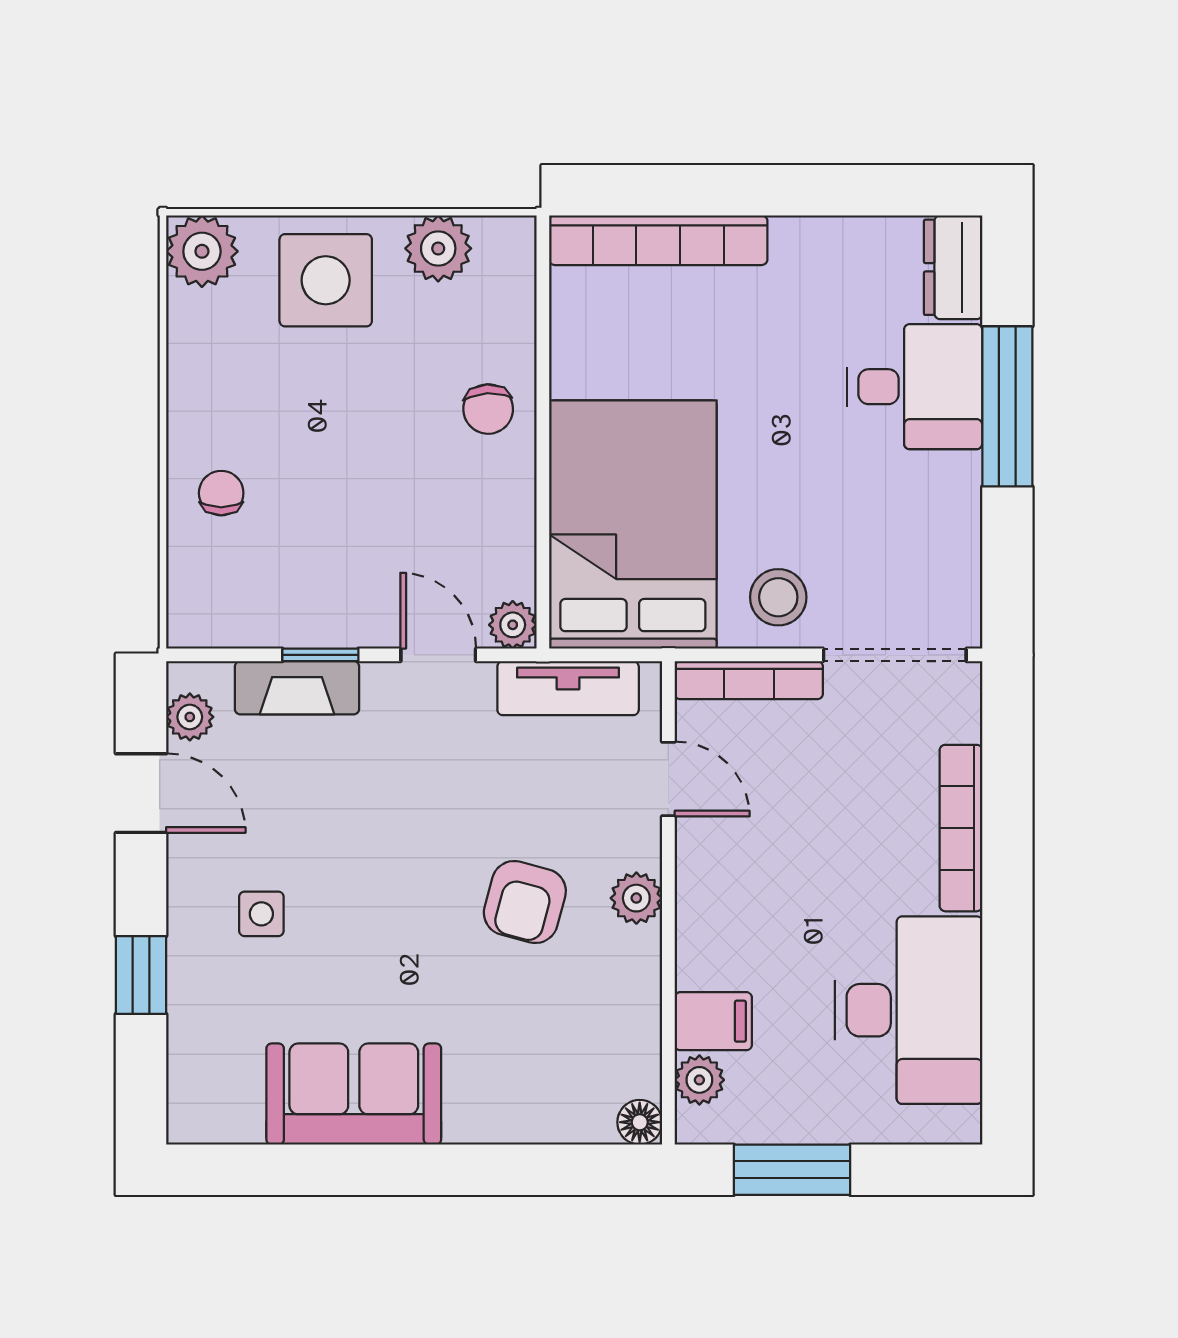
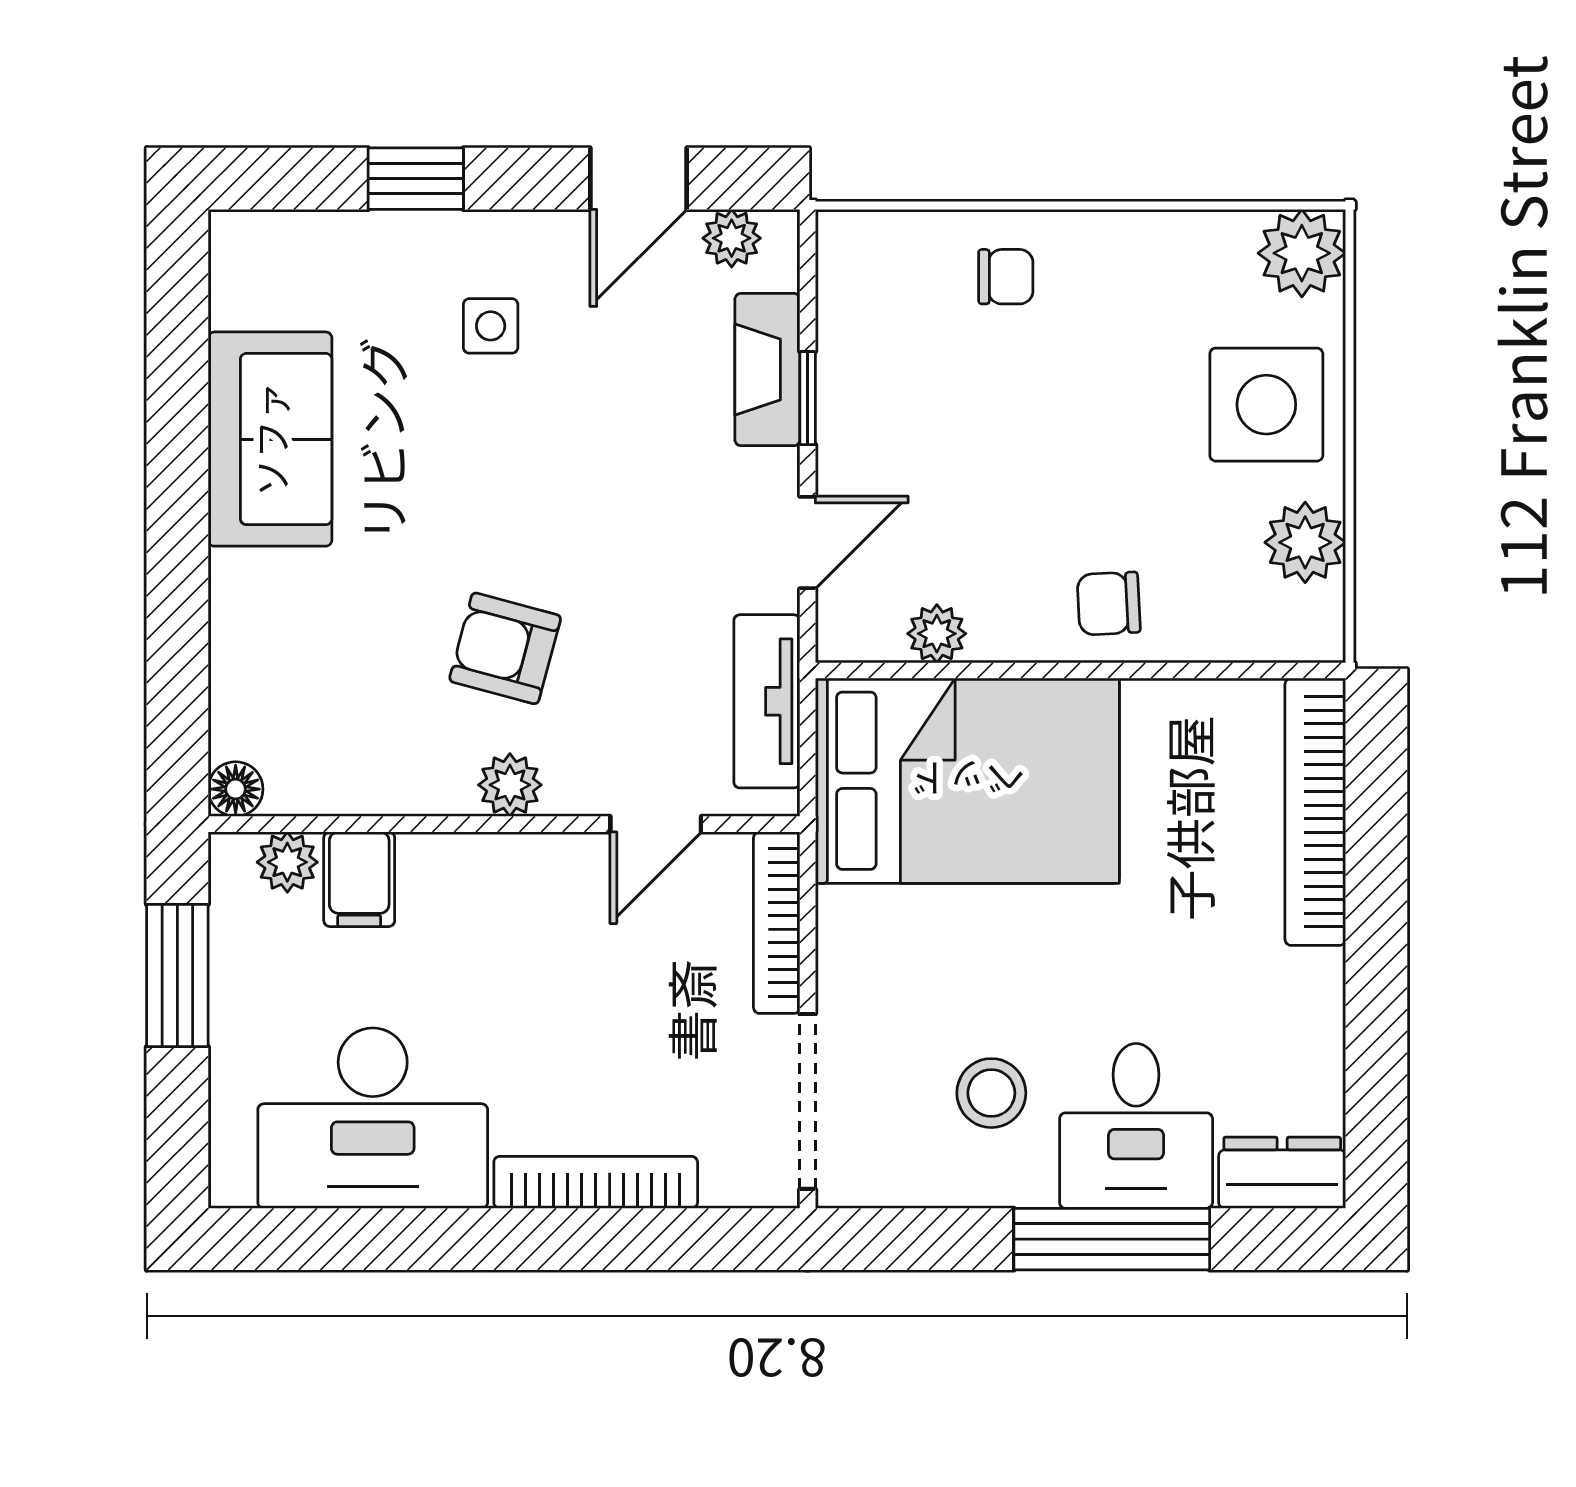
stool: (778, 597) -> (991, 1093), moved
plant: (513, 625) -> (937, 634), moved

